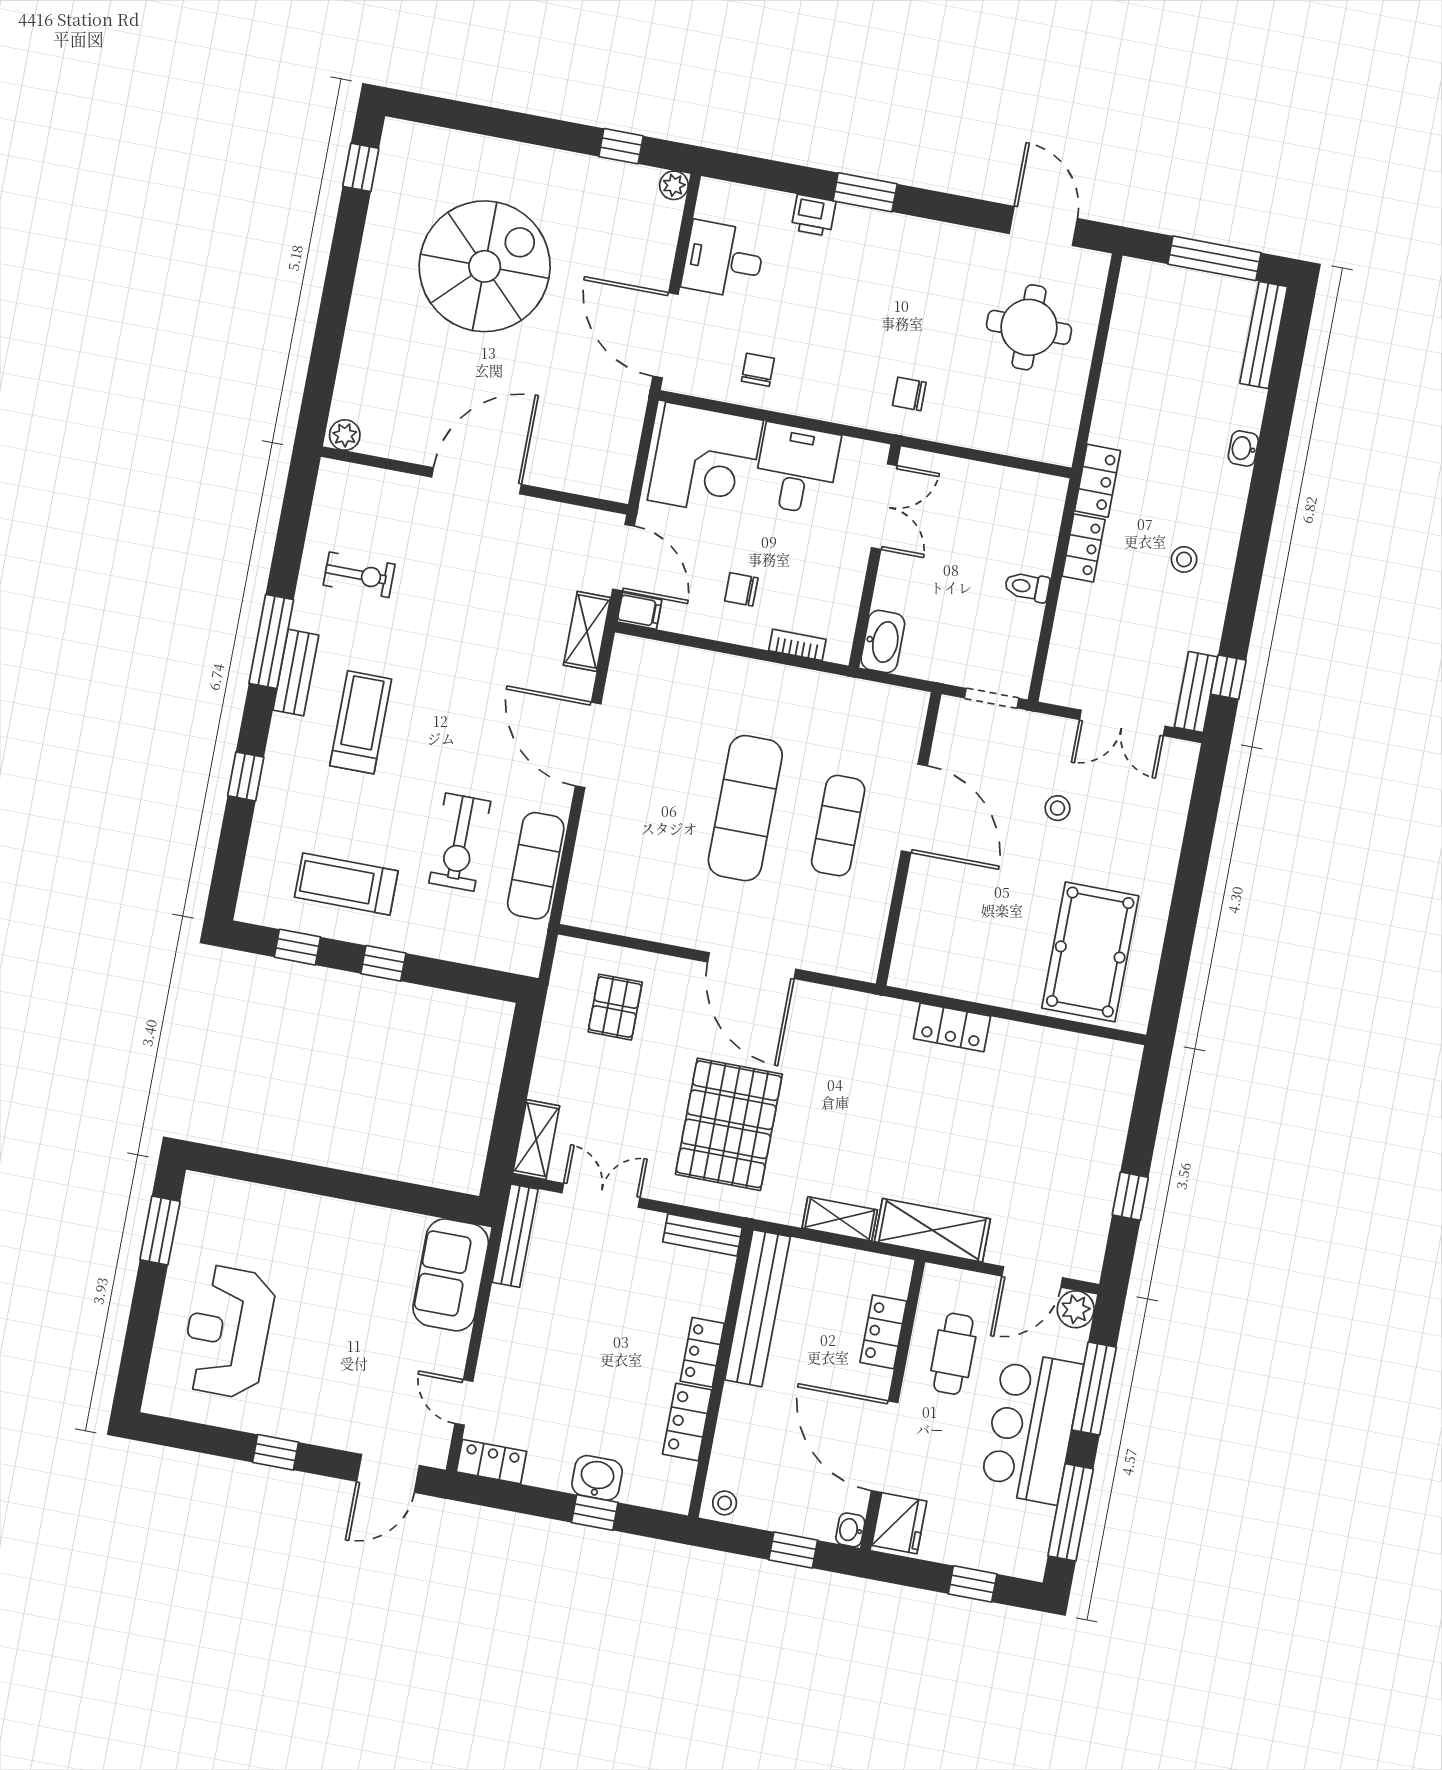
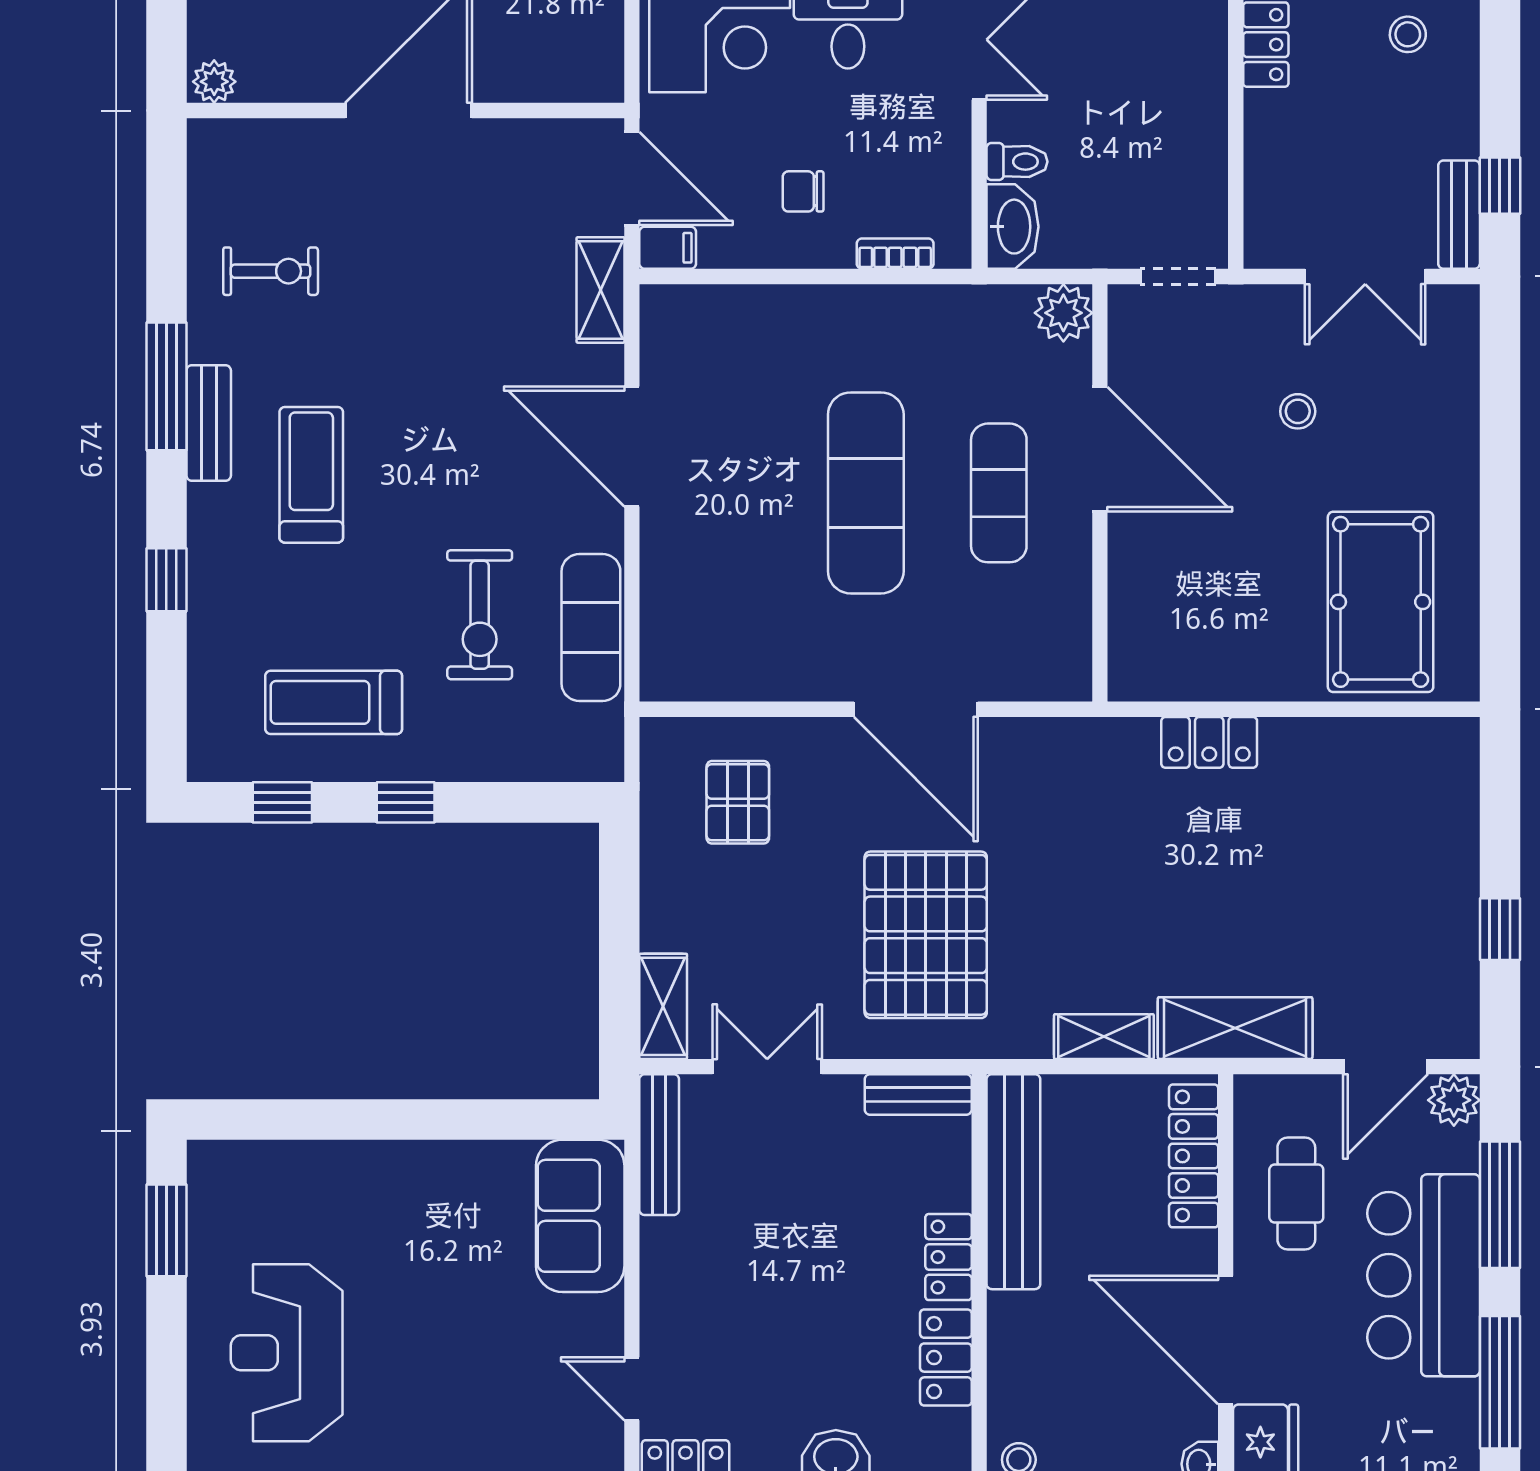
toilet: (1027, 587) -> (1017, 162), moved, turned 180
plant: (907, 708) -> (1063, 313), added
locker: (883, 1332) -> (1194, 1156), width x1.53

